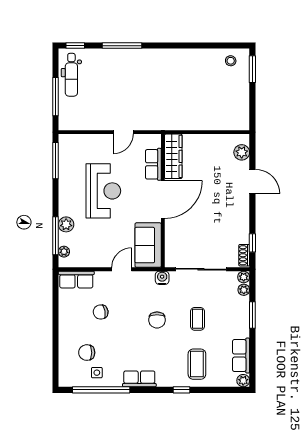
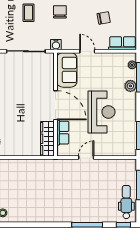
reception desk: (103, 191) -> (102, 112), turned 180
door: (163, 200) -> (55, 105), swing flipped
door: (122, 269) -> (87, 51), swing flipped

